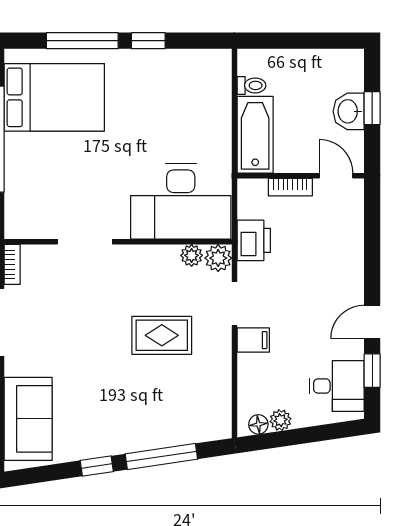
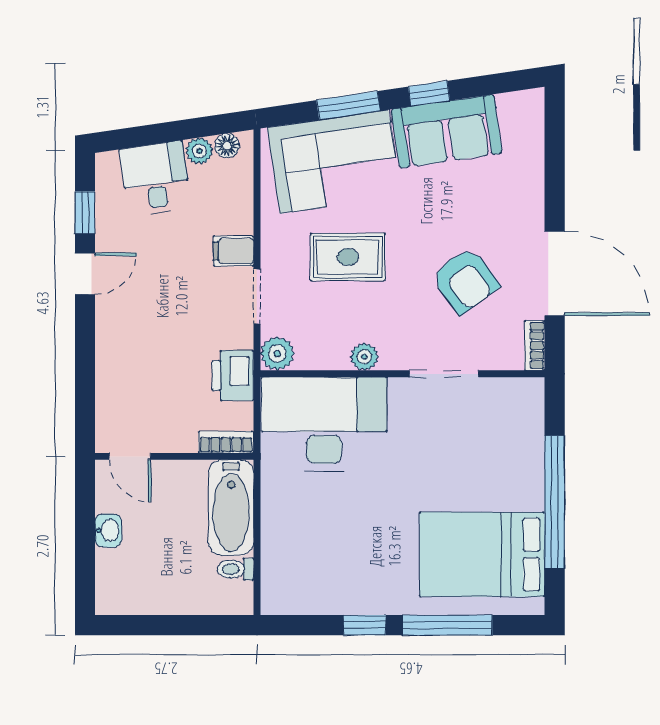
window: (372, 108) -> (85, 541), removed
washbasin: (349, 111) -> (108, 530), width x0.72, depth x0.69
bookcase: (290, 187) -> (226, 442), moved
plant: (192, 255) -> (364, 357), moved
armchair: (68, 316) -> (465, 281), added
desk: (337, 386) -> (155, 179), moved, turned 82
corner sofa: (173, 411) -> (334, 162), added
sofa: (28, 419) -> (447, 131), moved, turned -98
window: (161, 457) -> (348, 105), width x0.69

